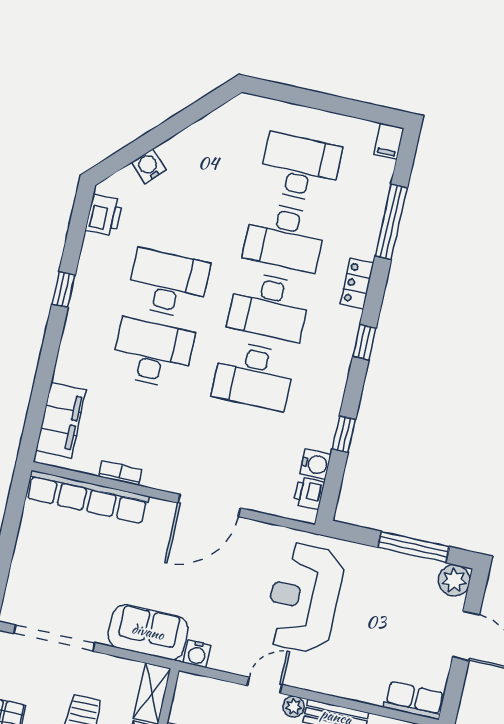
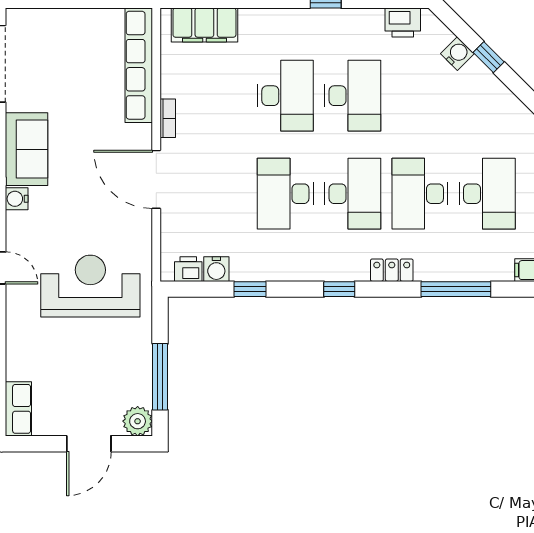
window: (160, 135) -> (489, 57), added
desk: (269, 306) -> (353, 194), turned 180
bookcase: (120, 473) -> (168, 118), moved

